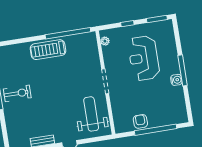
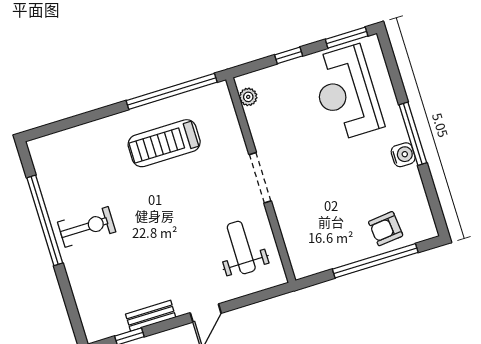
treadmill: (48, 50) -> (164, 143), moved
reception desk: (144, 58) -> (346, 93), moved
weight bench: (91, 114) -> (241, 247), width x0.73, depth x0.75
armchair: (140, 121) -> (386, 229), moved, turned -96

